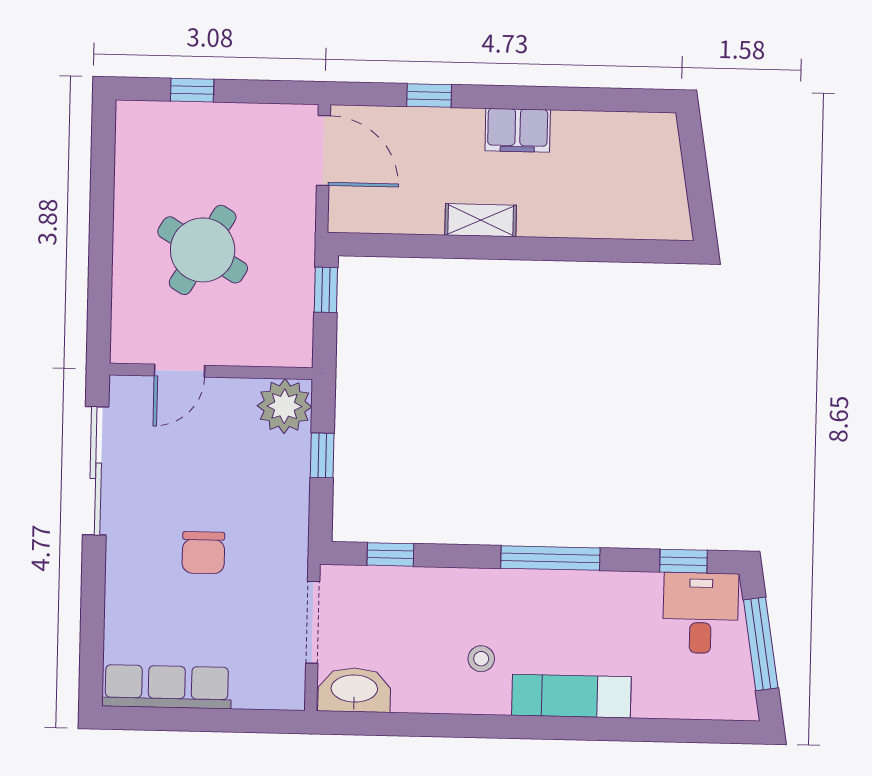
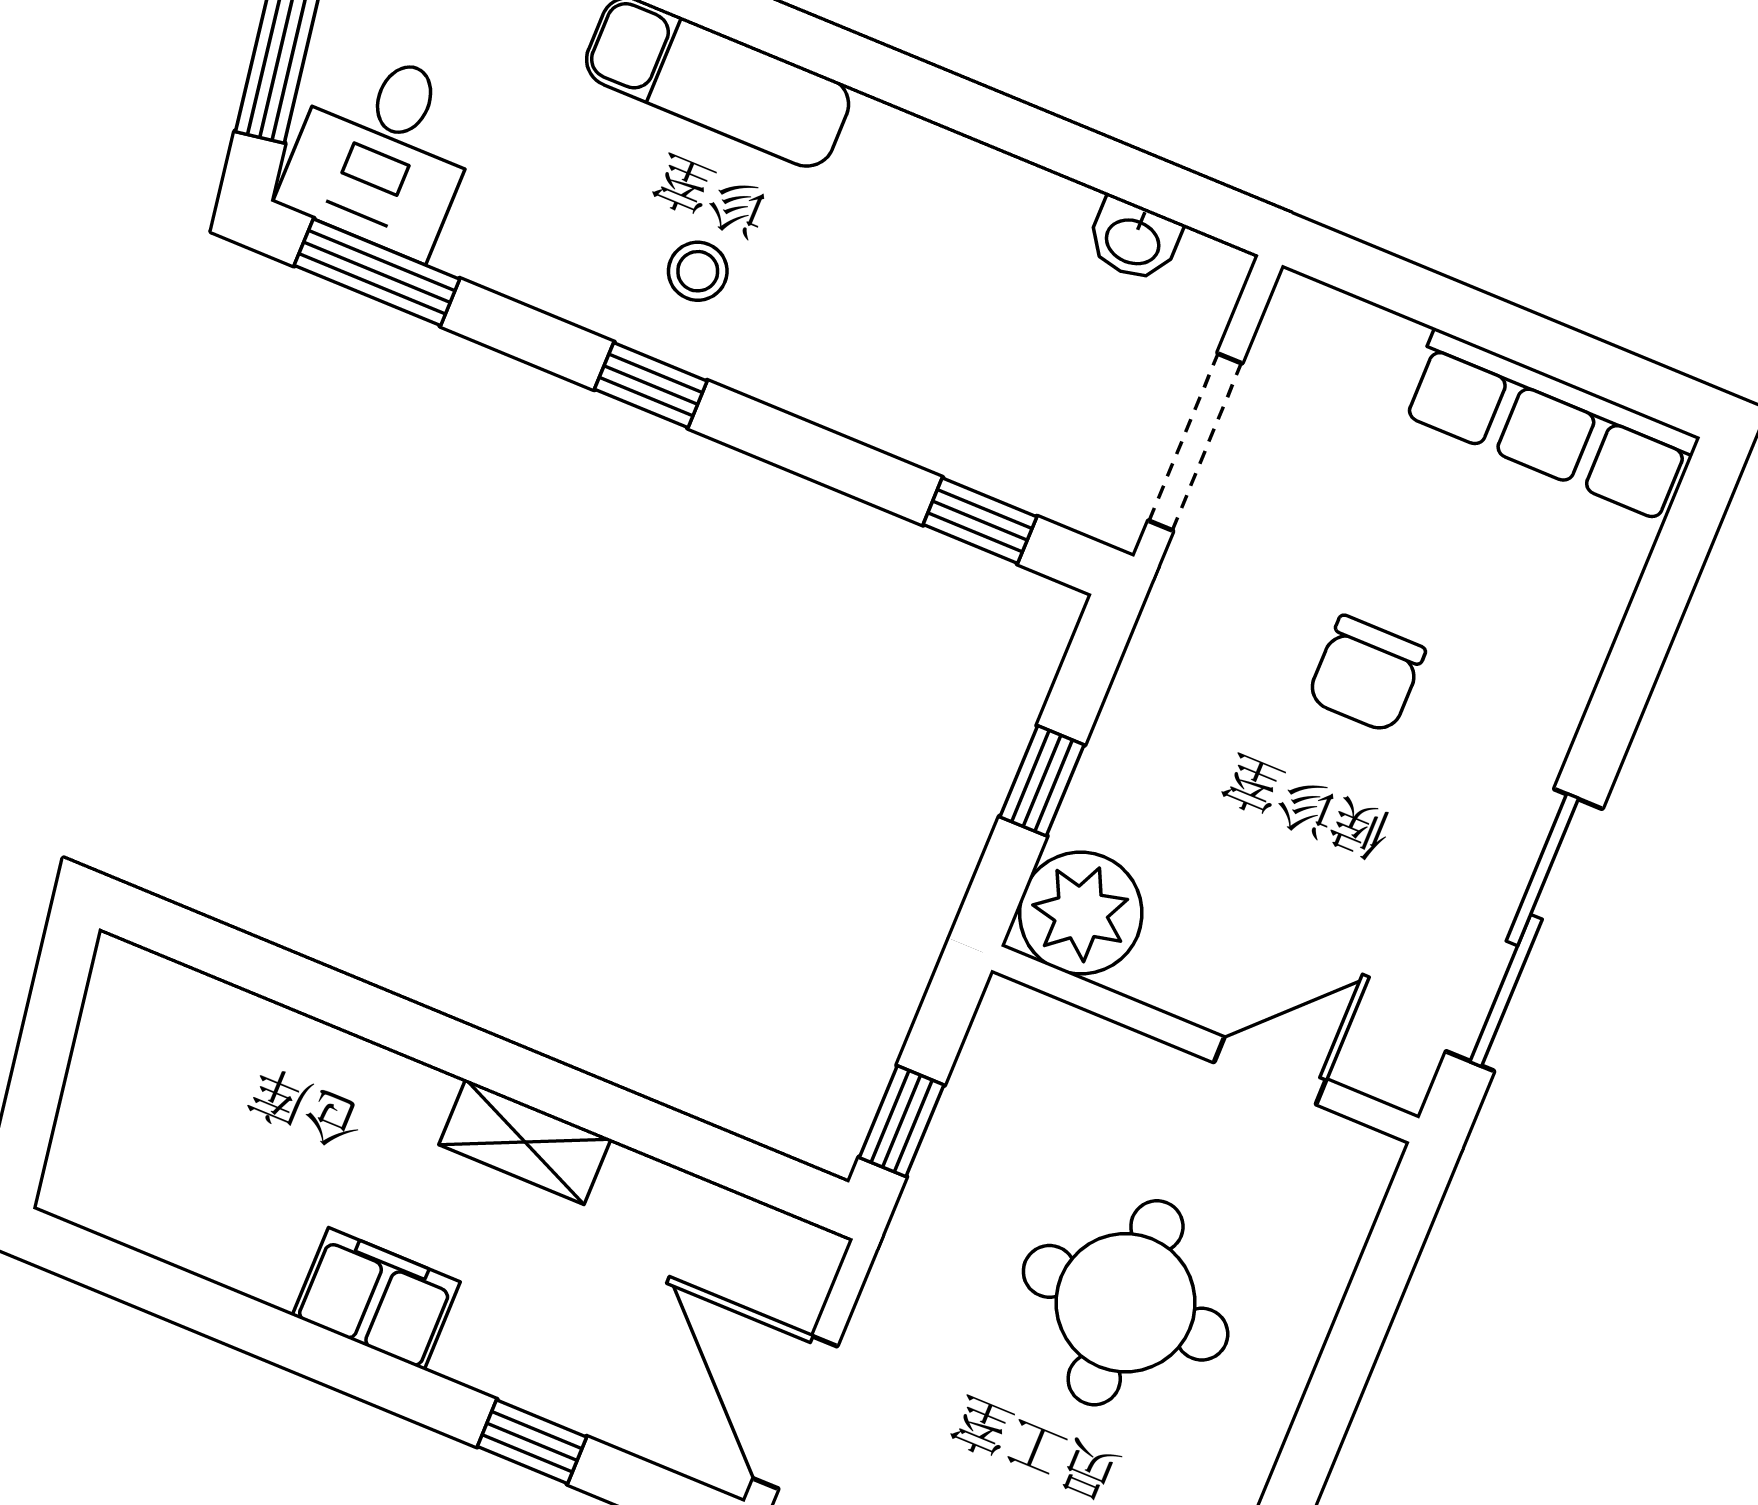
round table: (203, 250) -> (1126, 1303), turned -31
chair: (203, 553) -> (1366, 674), turned 180
window: (550, 558) -> (651, 385), width x0.46
window: (684, 561) -> (377, 272), width x1.50
stool: (481, 659) -> (698, 271), moved
washbasin: (354, 690) -> (1133, 240), width x0.52, depth x0.69

